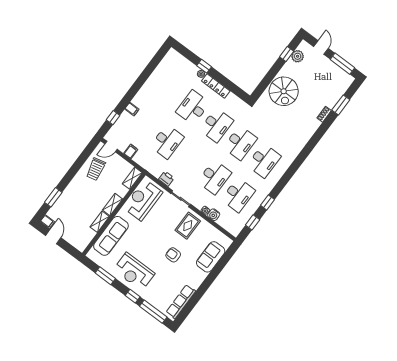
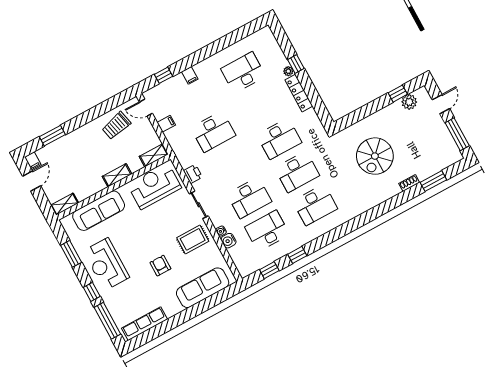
spiral stairs: (284, 91) -> (375, 156), moved
desk: (193, 107) -> (243, 72), moved
desk: (238, 195) -> (267, 231), turned 180
shelving: (100, 222) -> (65, 204), moved
sofa: (211, 257) -> (203, 288), width x1.36

